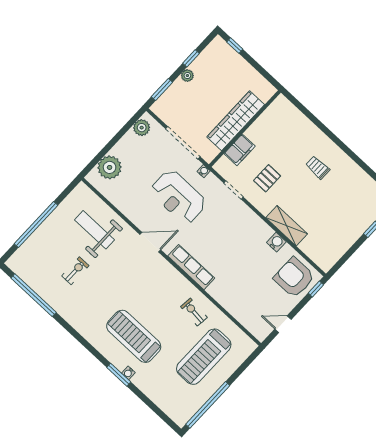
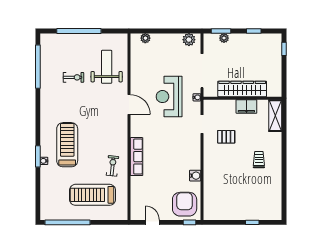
plant: (187, 76) -> (224, 38), moved
filing cabinet: (240, 150) -> (246, 106), moved
plant: (110, 167) -> (145, 38), width x0.53, depth x0.53
shelving: (287, 226) -> (275, 116), moved
row of seats: (191, 267) -> (136, 157), moved

